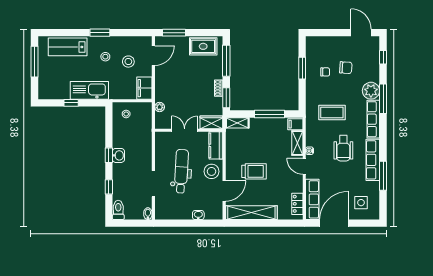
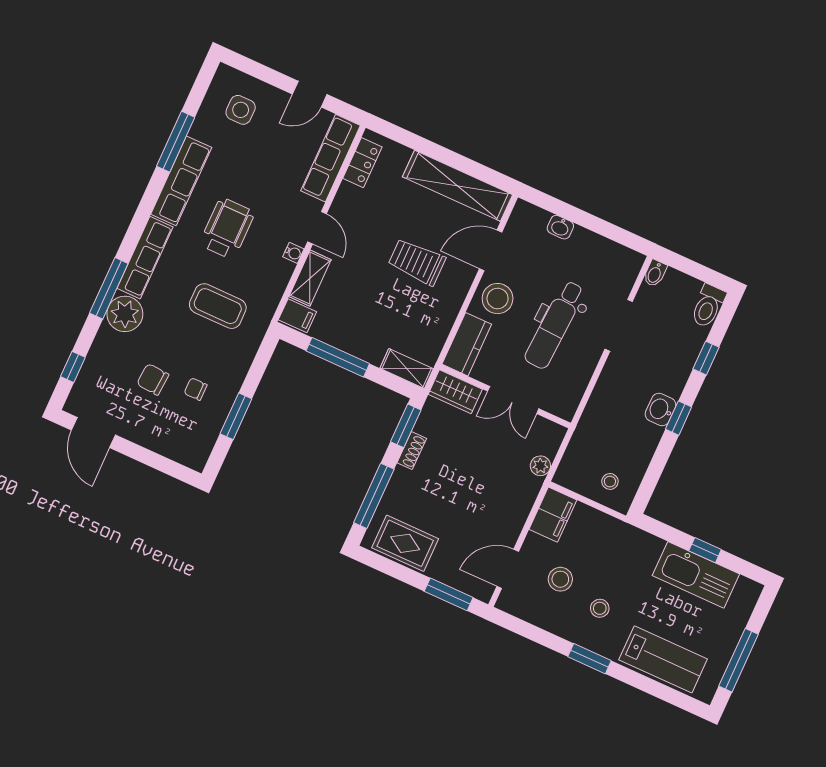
kitchen sink: (89, 90) -> (696, 575), moved
door: (334, 223) -> (310, 94), width x0.53

